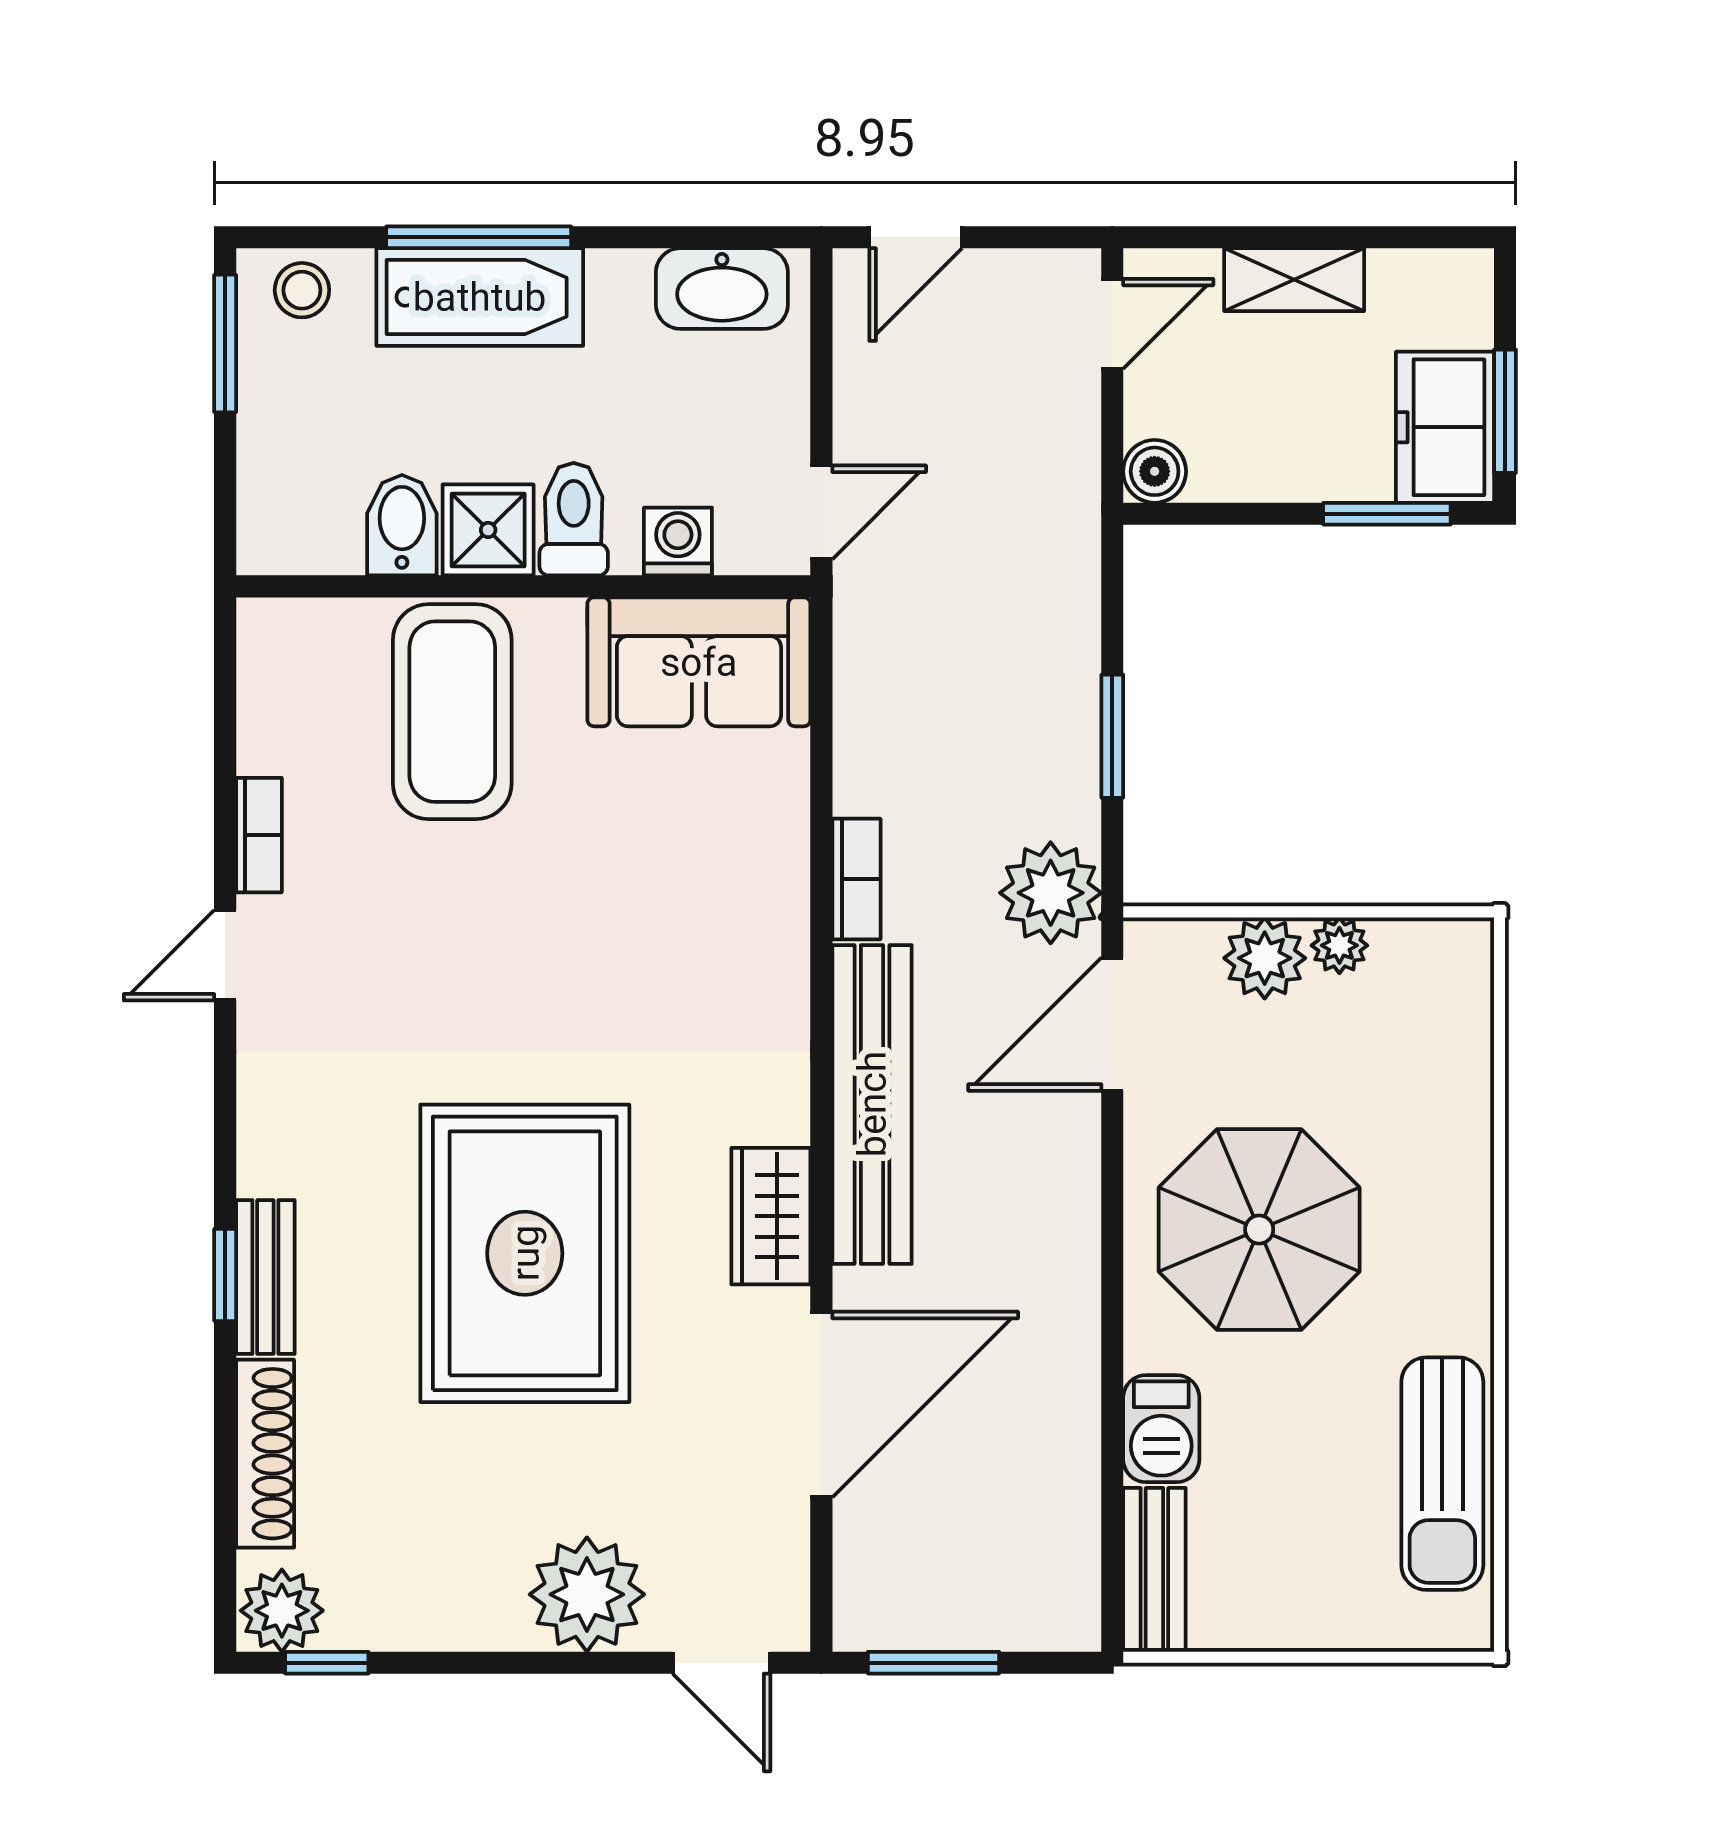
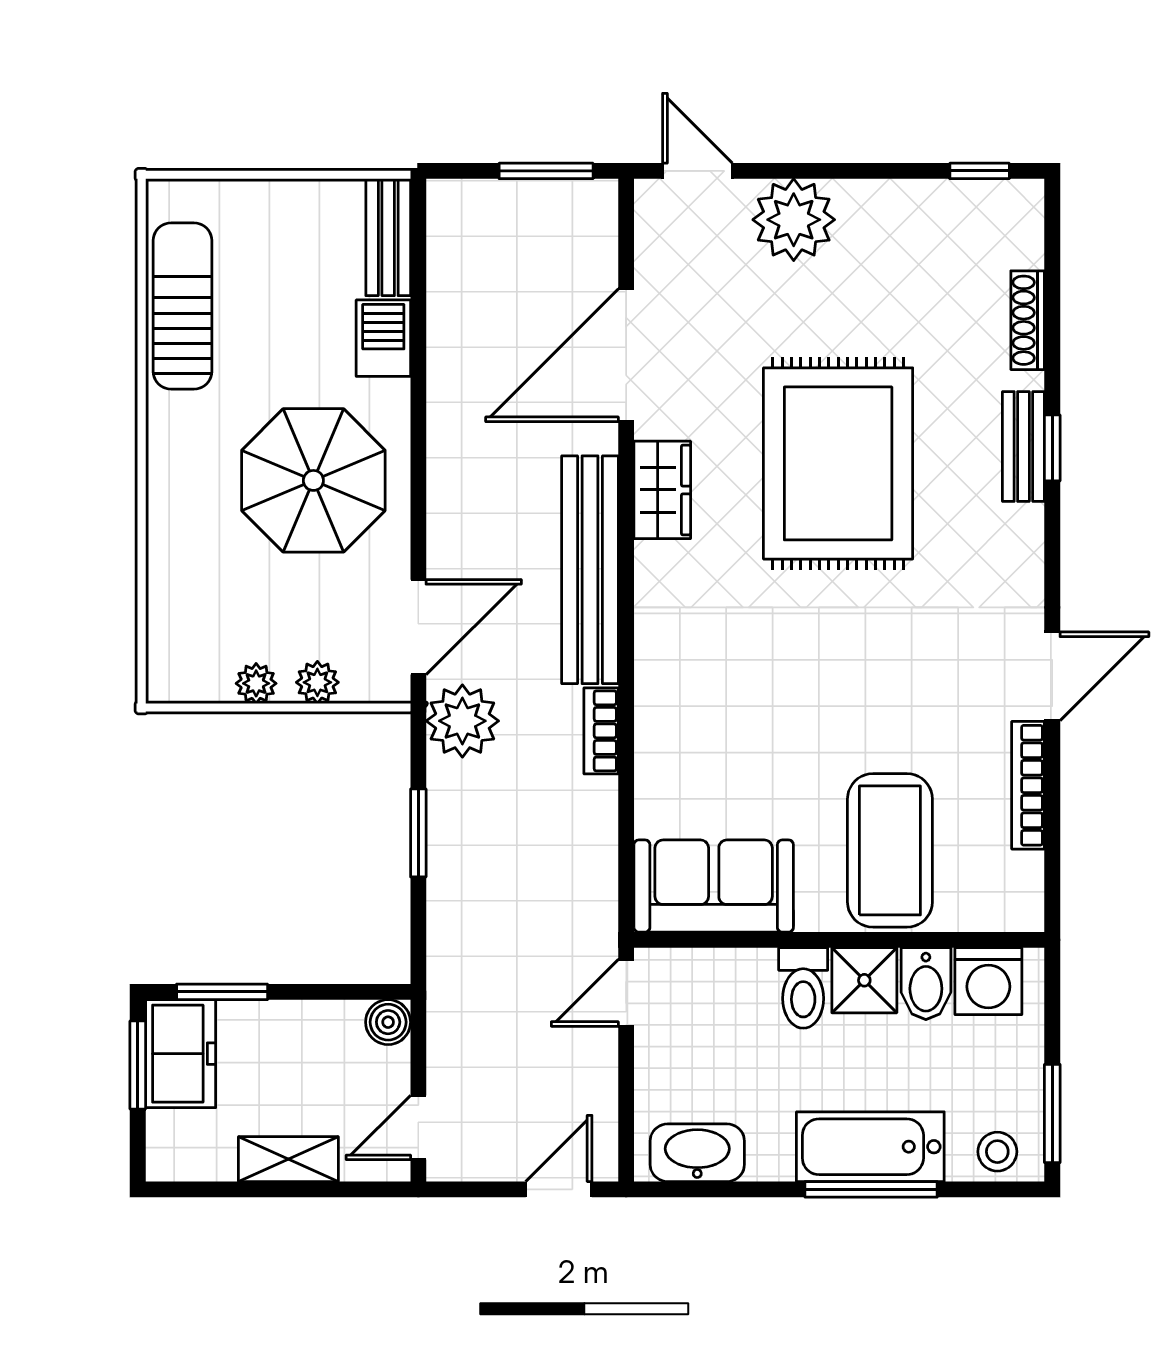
washing machine: (678, 542) -> (988, 981), moved, width x1.38, depth x1.38
bookcase: (259, 835) -> (1028, 785), width x1.56
door: (225, 955) -> (1052, 676), width x1.38
plant: (1265, 958) -> (317, 682), width x0.73, depth x0.73
shoe rack: (265, 1454) -> (1028, 320), width x0.74, depth x0.81
plant: (282, 1611) -> (1012, 208), removed

